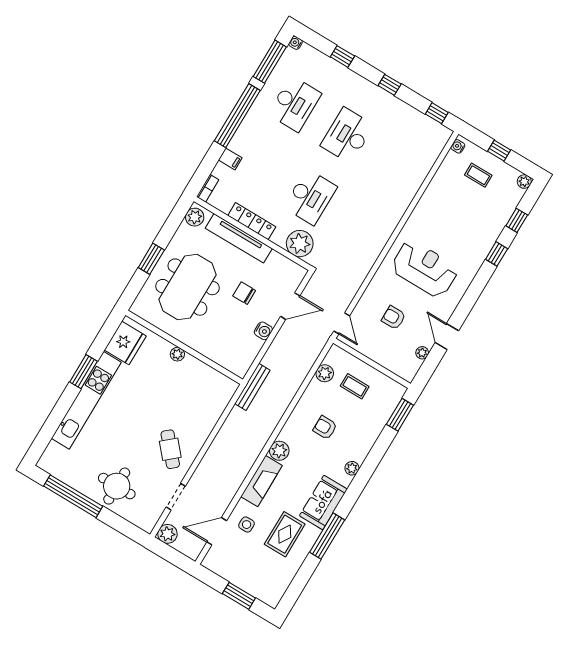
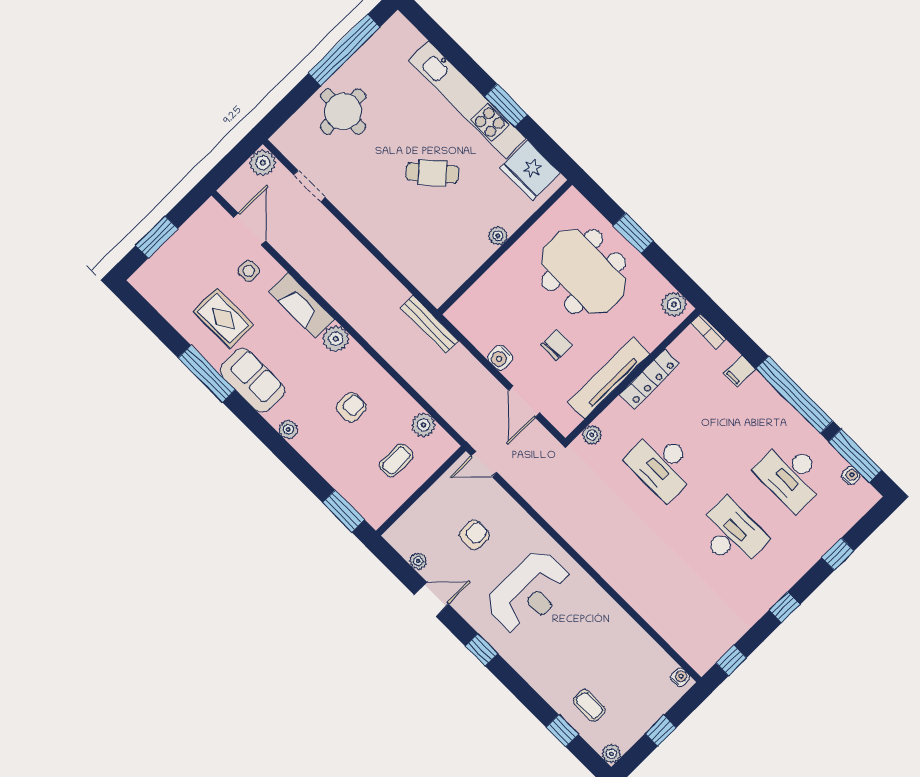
water cooler: (296, 43) -> (851, 476), moved
coffee table: (478, 175) -> (589, 705), moved, turned 90
tv unit: (239, 238) -> (609, 378), moved
plant: (300, 244) -> (592, 435), width x0.53, depth x0.53
window: (497, 254) -> (482, 650), moved
cafe table: (170, 449) -> (432, 173), moved

